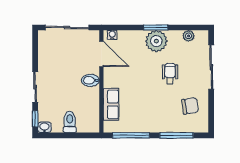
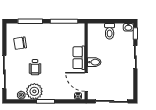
plant: (156, 41) -> (34, 91), moved
row of seats: (111, 104) -> (79, 58), moved

